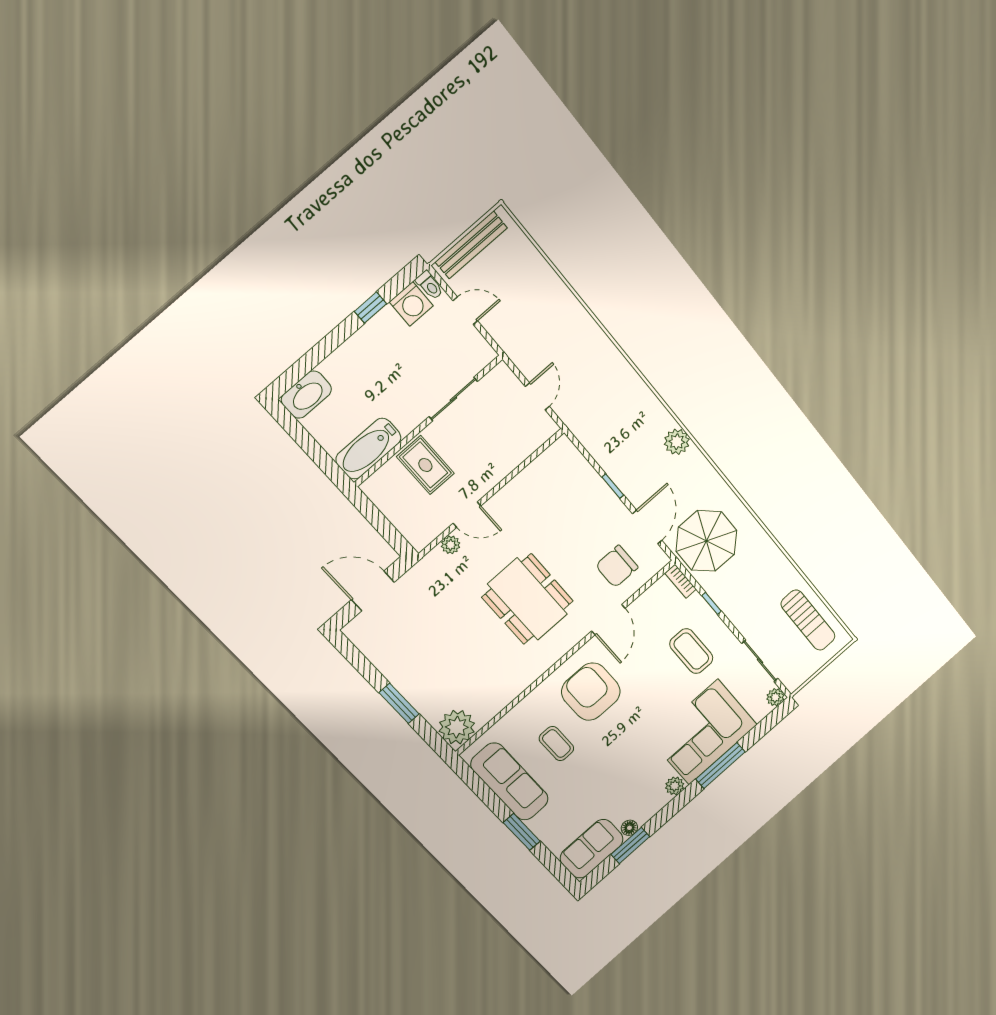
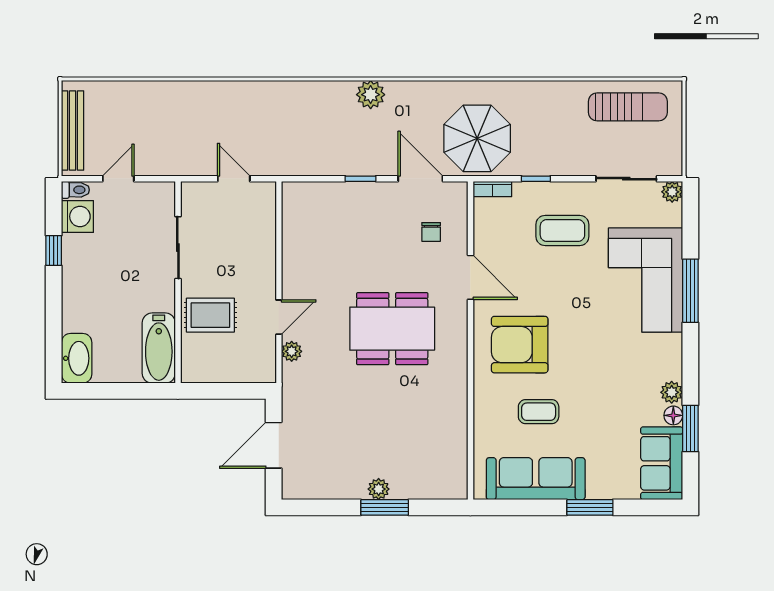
chair: (617, 566) -> (431, 232), width x0.54, depth x0.54
plant: (457, 727) -> (379, 489), moved, width x0.53, depth x0.53
plant: (675, 786) -> (672, 392), moved

